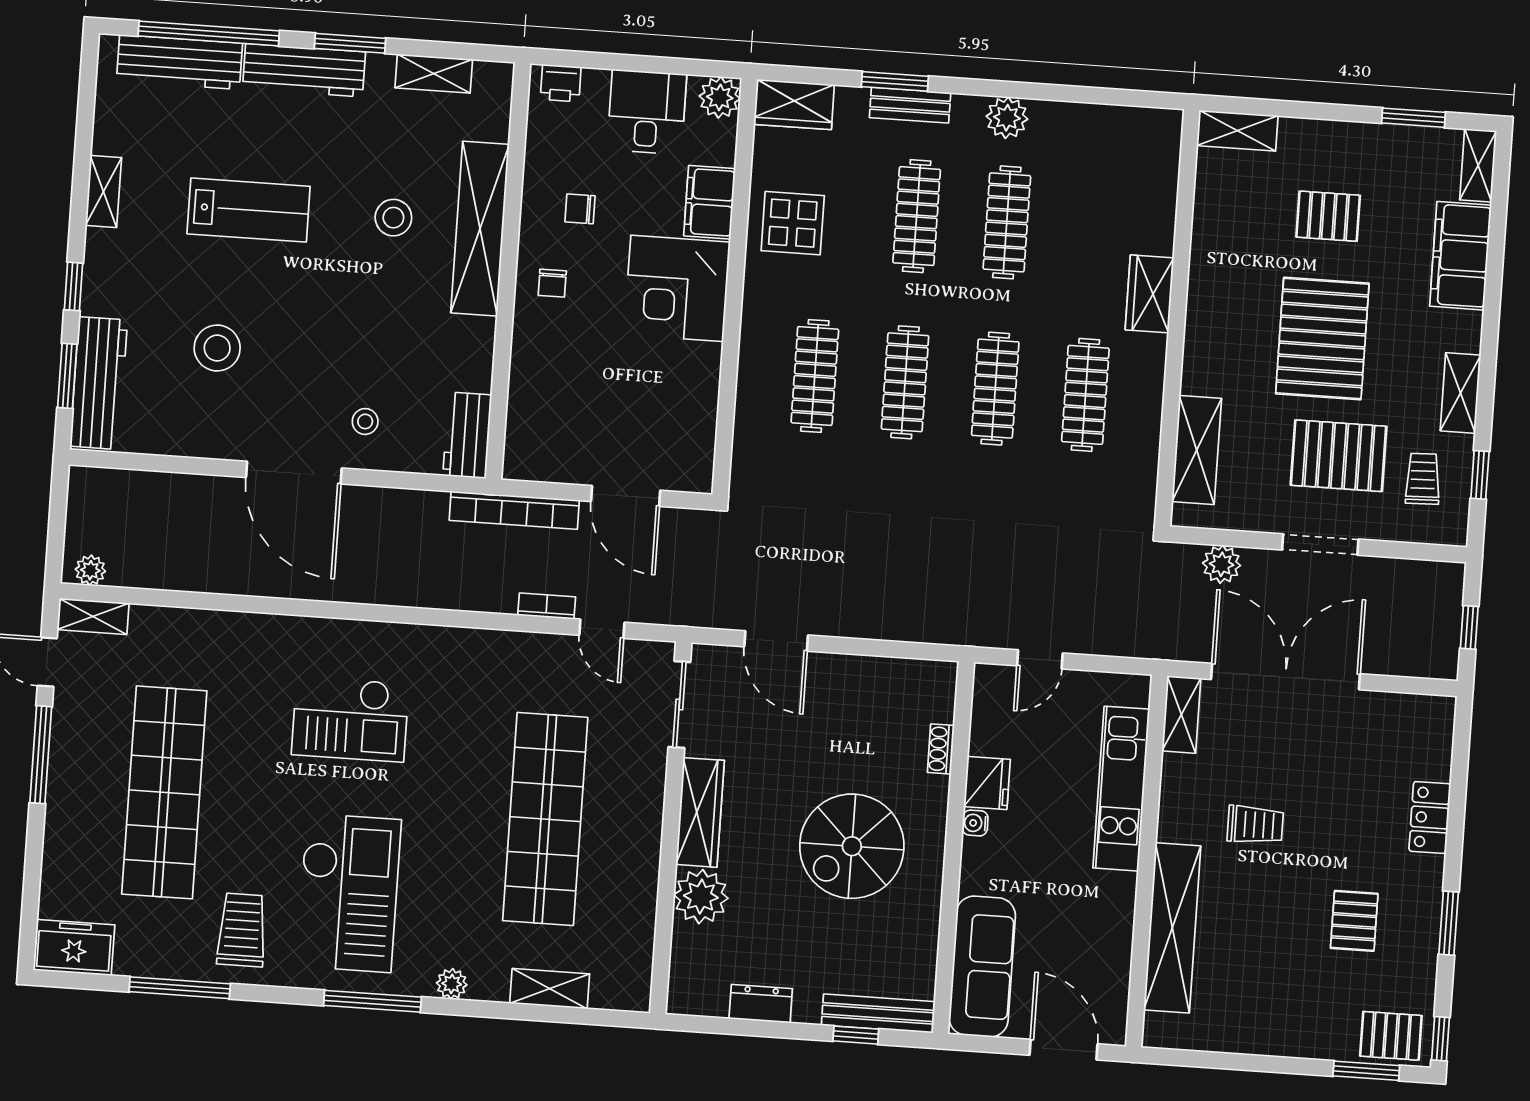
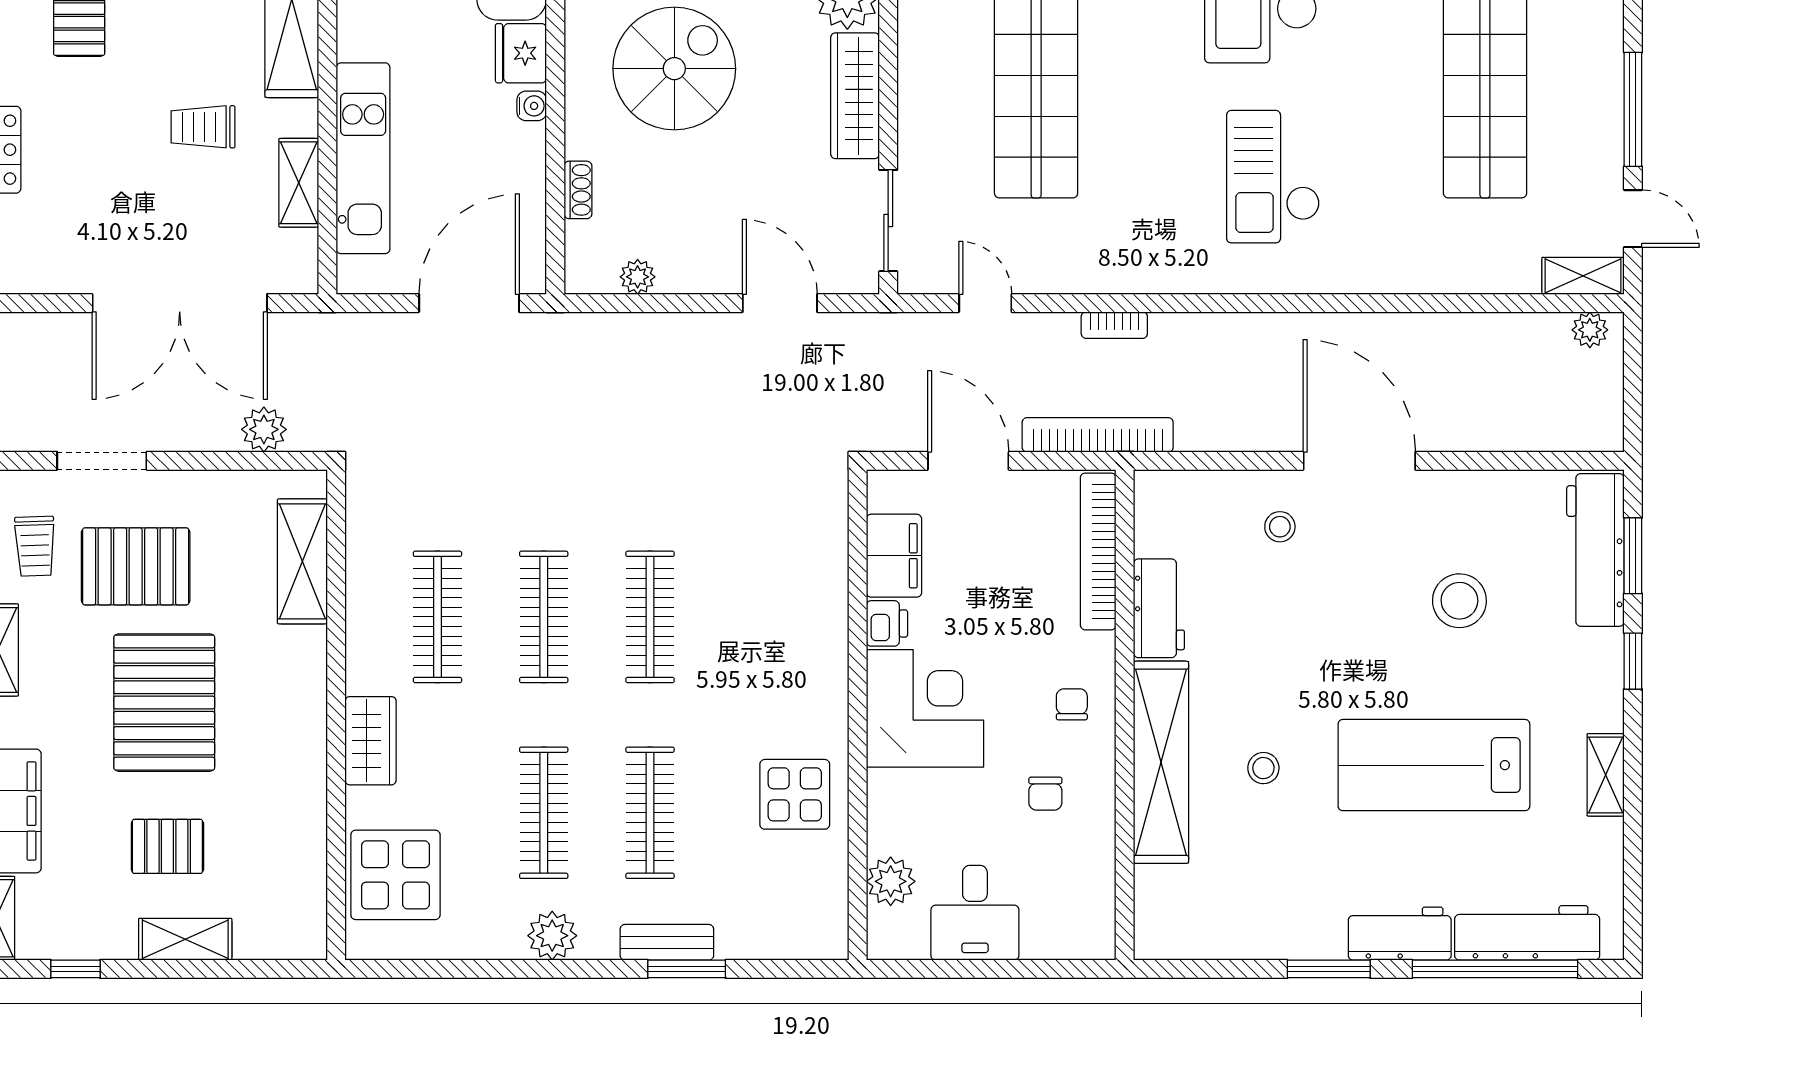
workbench: (304, 70) -> (1400, 934), width x0.73
shelving: (434, 74) -> (1228, 940), removed
printer: (561, 83) -> (887, 623), moved, turned 90
plant: (720, 97) -> (891, 881), moved
wardrobe: (794, 104) -> (803, 934), removed
window: (1414, 118) -> (75, 969), width x0.67
shelving: (1237, 131) -> (185, 939), moved
display table: (1136, 178) -> (395, 875), added
filing cabinet: (710, 202) -> (894, 556), moved
chair: (580, 209) -> (1045, 794), turned 90
lab bench: (249, 210) -> (1434, 765), width x1.36, depth x1.39
stool: (393, 218) -> (1263, 768), width x0.73, depth x0.73
clothes rail: (815, 376) -> (756, 617), removed
bookcase: (521, 411) -> (1098, 551), added
workbench: (467, 435) -> (1159, 608), moved
doorway: (1320, 544) -> (102, 461), moved
bookcase: (547, 606) -> (1114, 325), moved
door: (1040, 659) -> (469, 303), width x1.88
plant: (895, 672) -> (638, 277), added
shelving: (1181, 715) -> (299, 183), moved
checkout: (350, 719) -> (1273, 177), turned -90
fridge: (987, 783) -> (521, 53), moved

